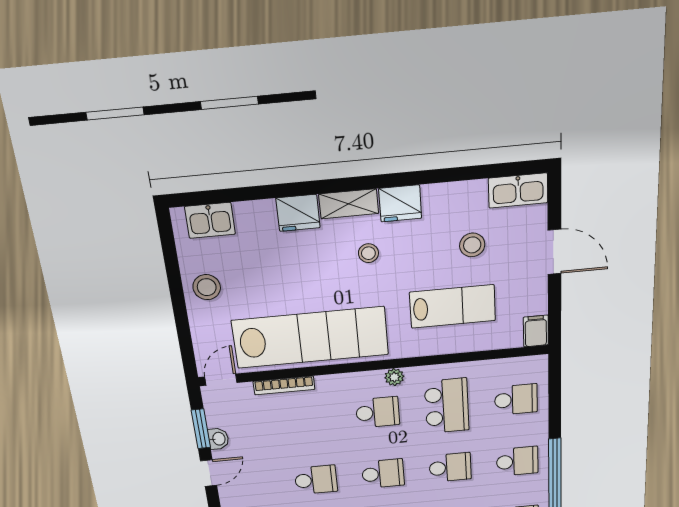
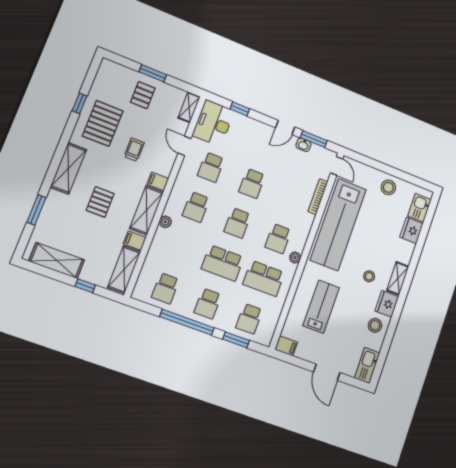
fridge: (298, 213) -> (412, 230), moved
stool: (472, 245) -> (375, 325), moved
door: (554, 252) -> (327, 372), hinge flipped
lab bench: (453, 306) -> (321, 307), turned 180
window: (555, 403) -> (236, 340), added
school desk: (450, 467) -> (223, 263), width x1.85
door: (209, 473) -> (285, 127), hinge flipped

